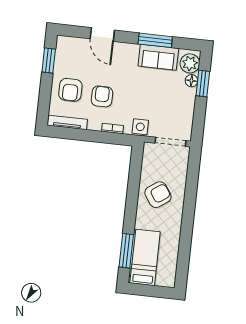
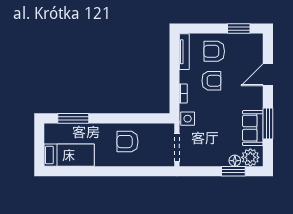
armchair: (158, 195) -> (128, 142), turned 125
bed: (145, 257) -> (69, 155), moved

